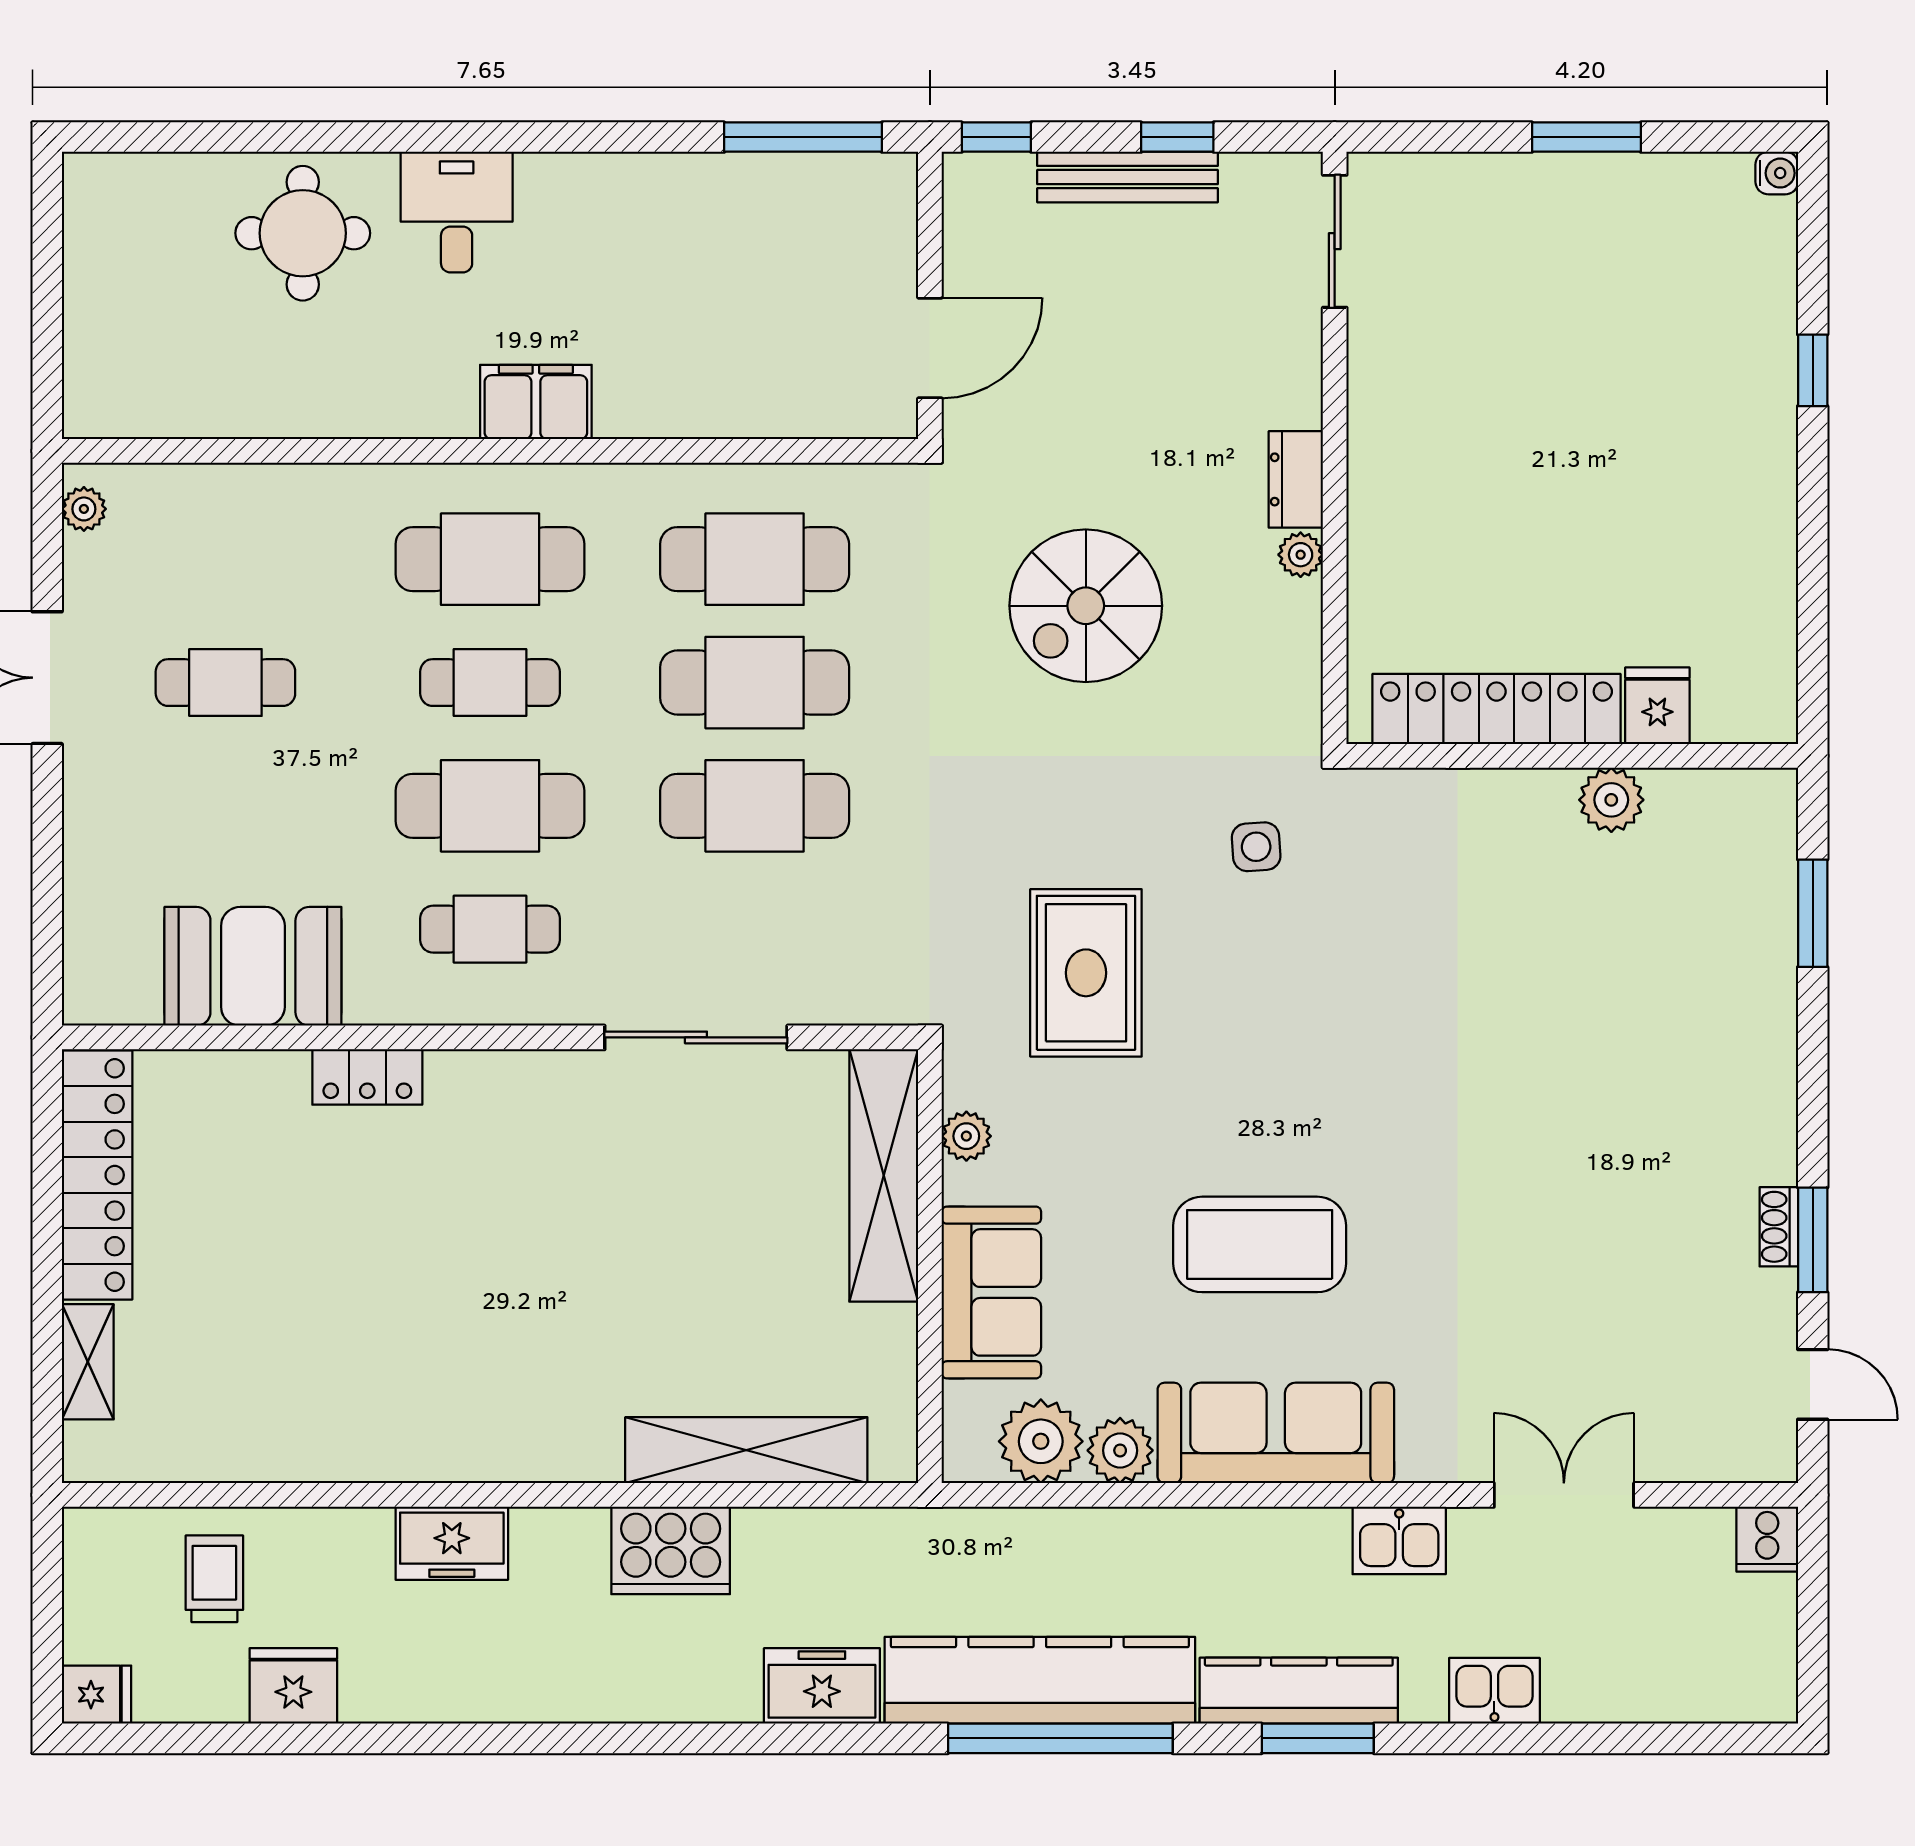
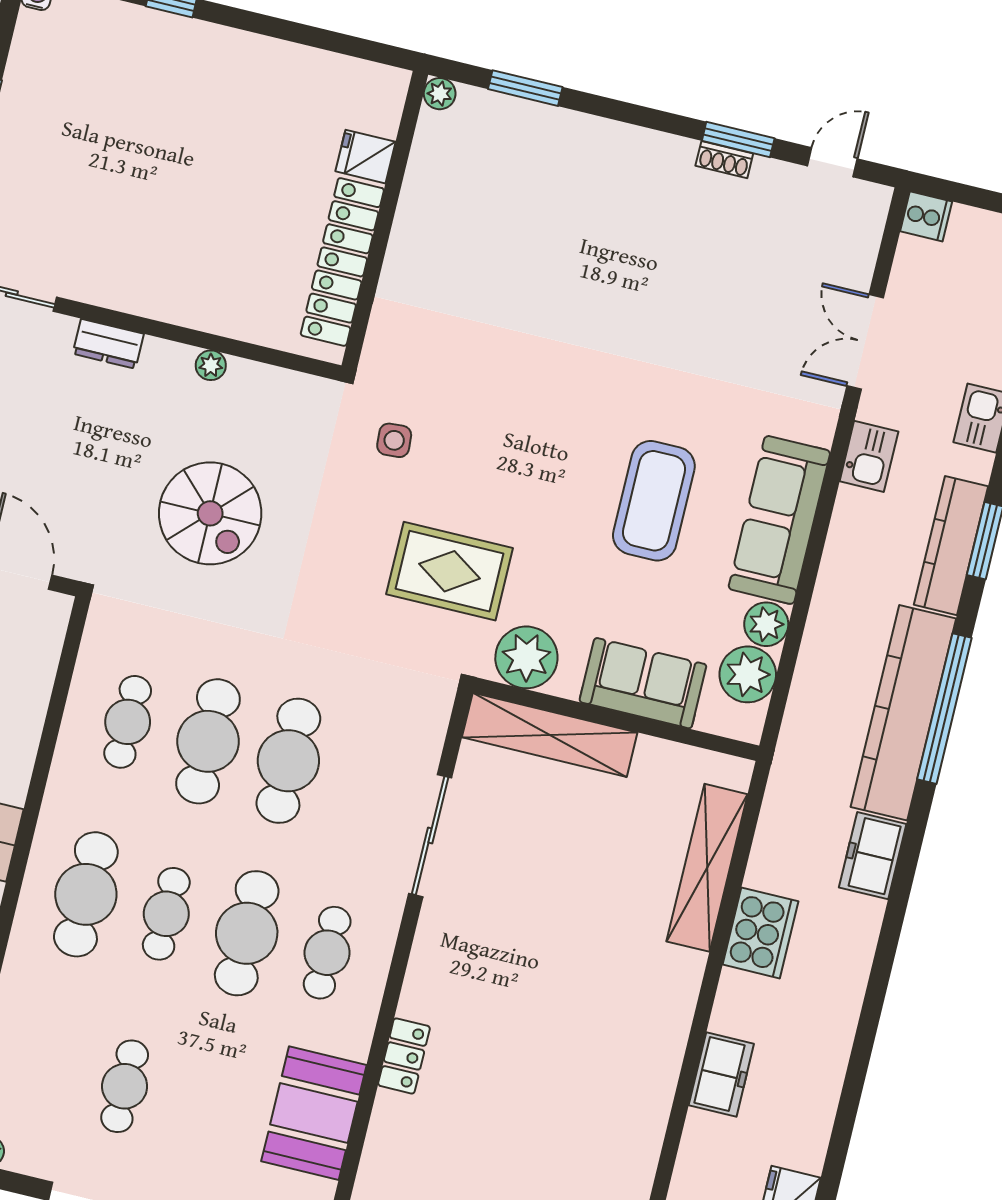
dresser: (1296, 479) -> (108, 344), moved
cafe table: (755, 559) -> (128, 722), width x0.73, depth x0.74
plant: (1611, 800) -> (440, 94), moved, width x0.73, depth x0.73
plant: (966, 1136) -> (526, 657), width x1.88, depth x1.88

